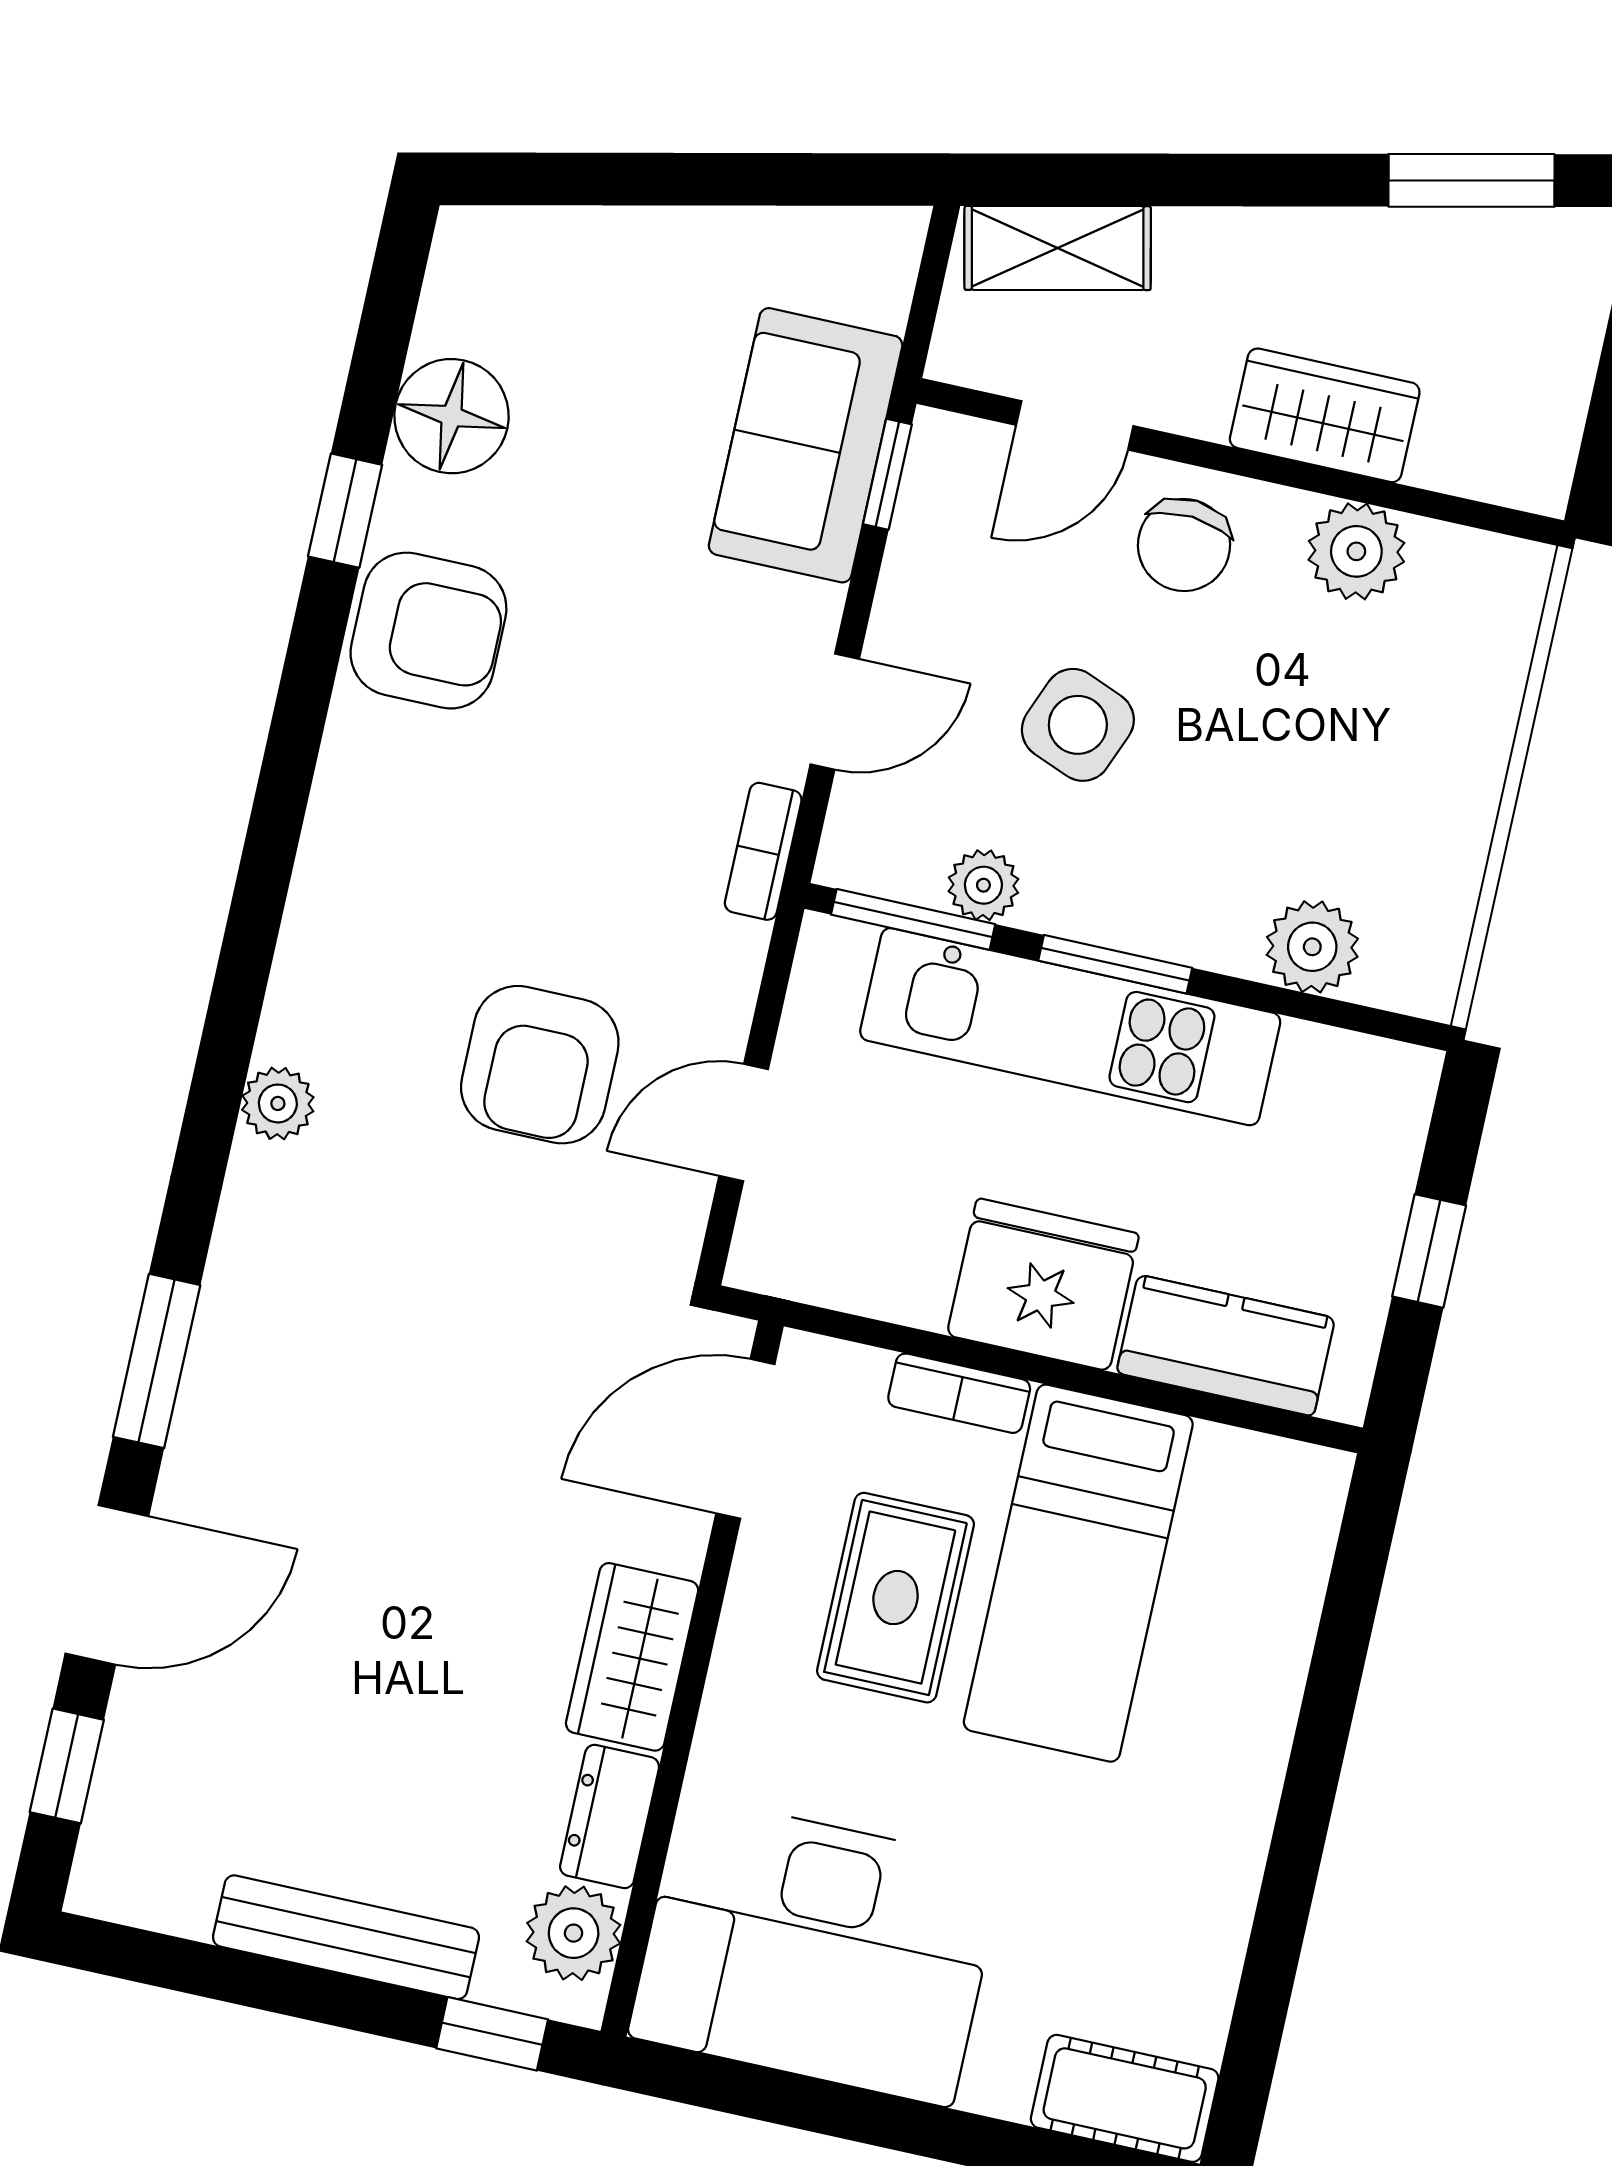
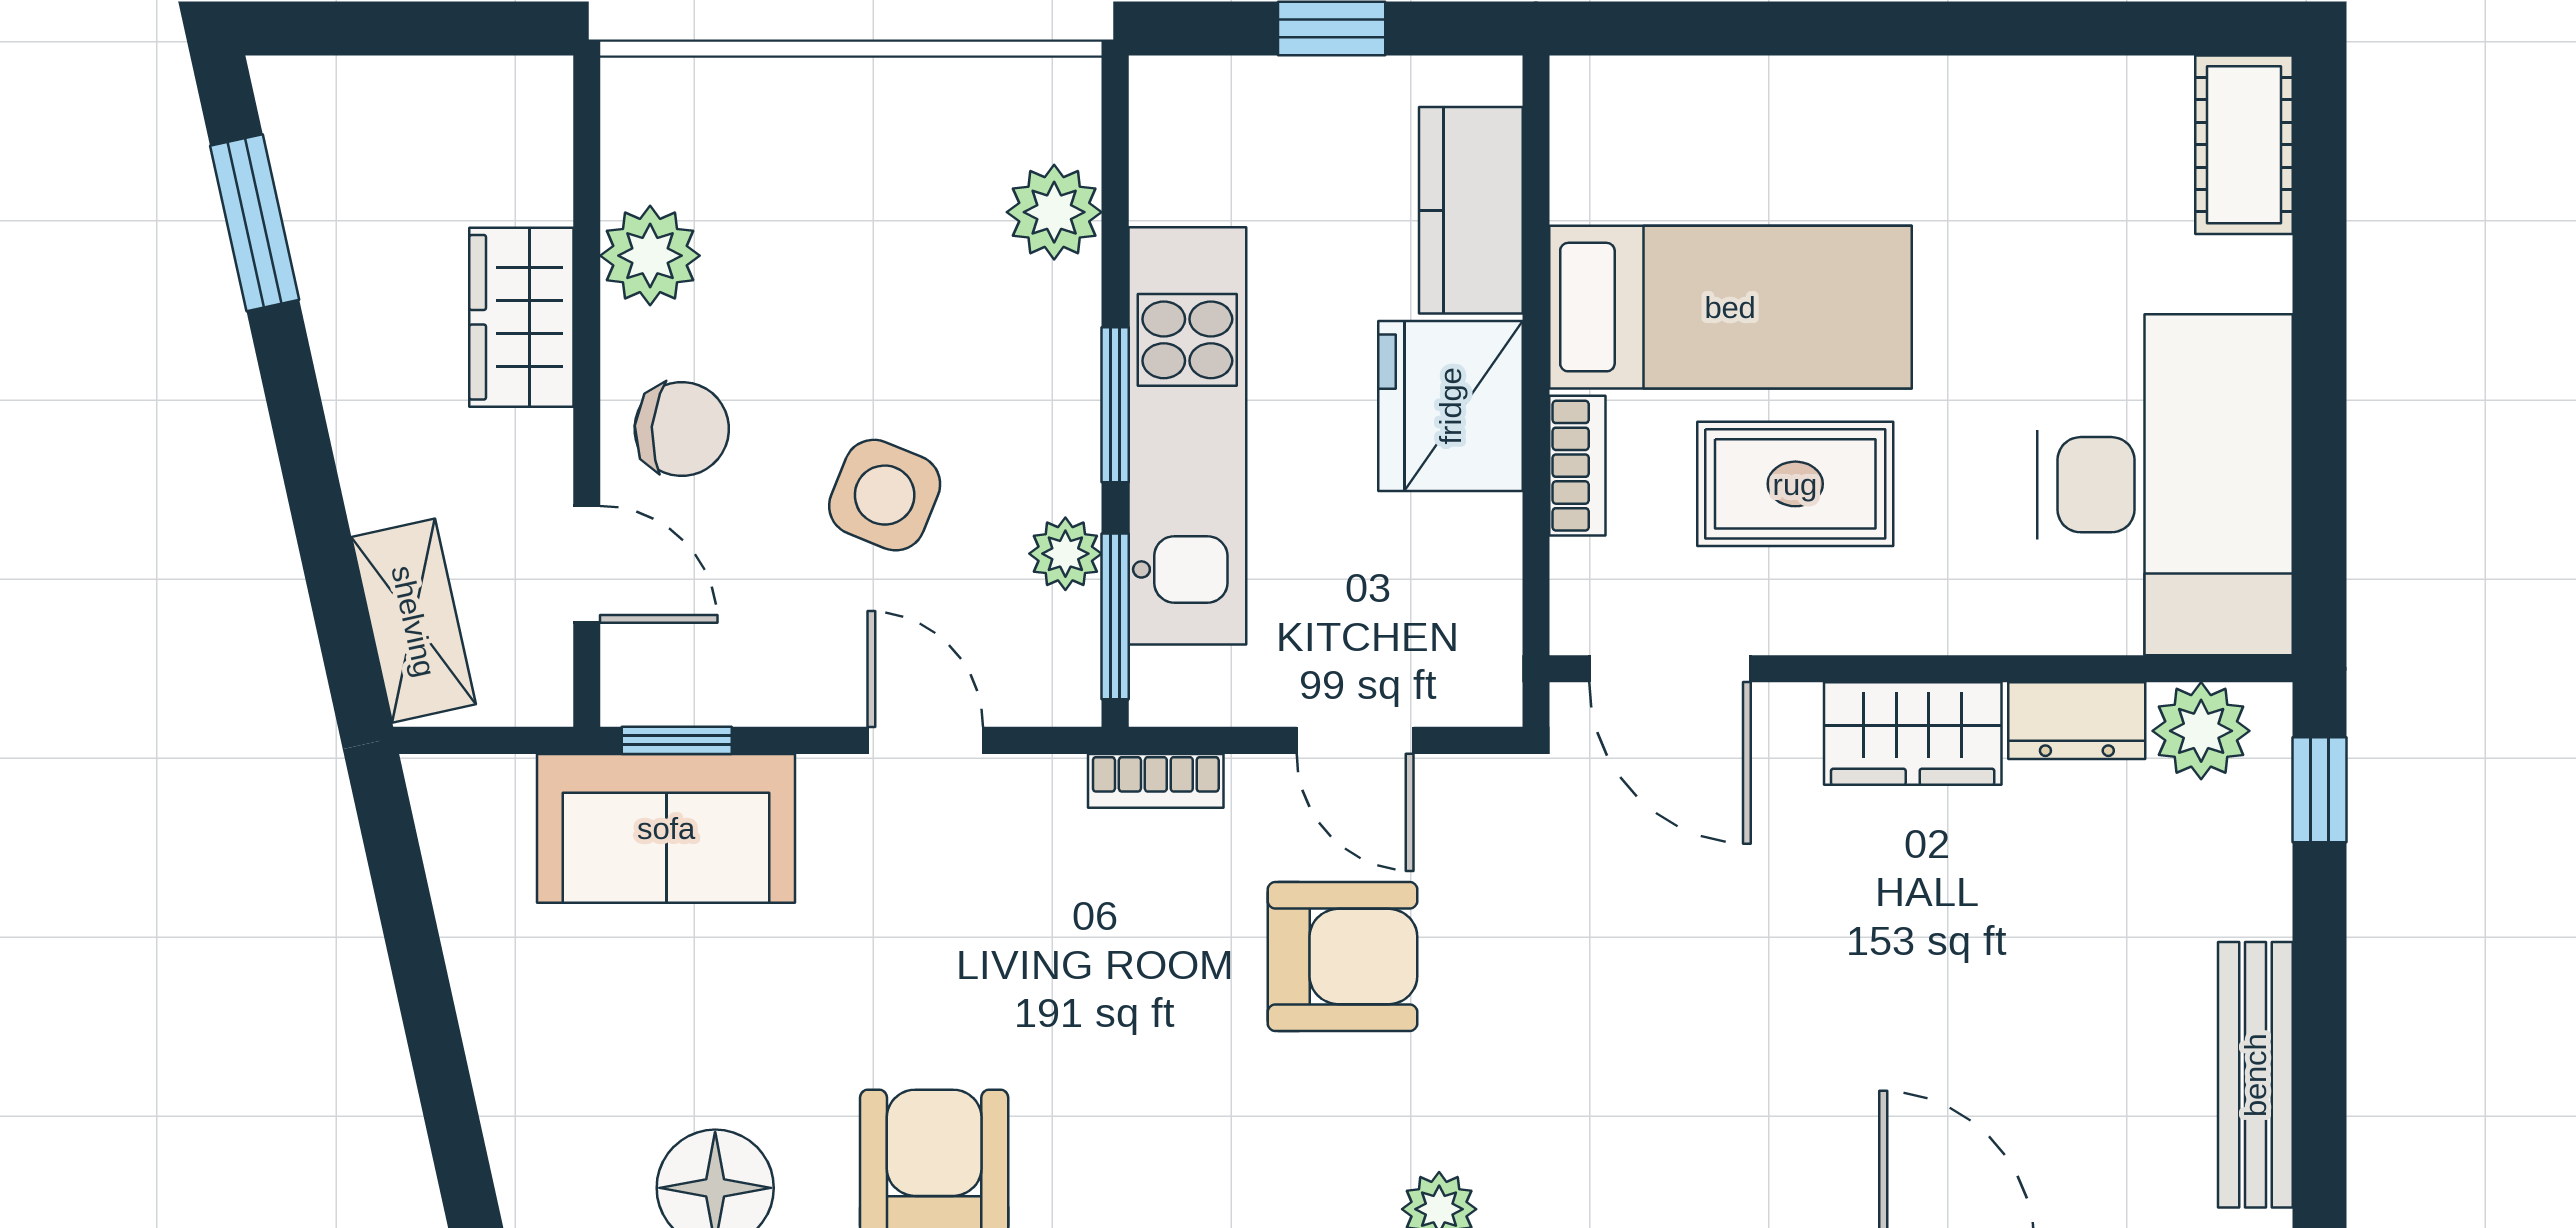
bookcase: (763, 851) -> (1156, 781), moved
bench: (346, 1937) -> (2255, 1075), moved

